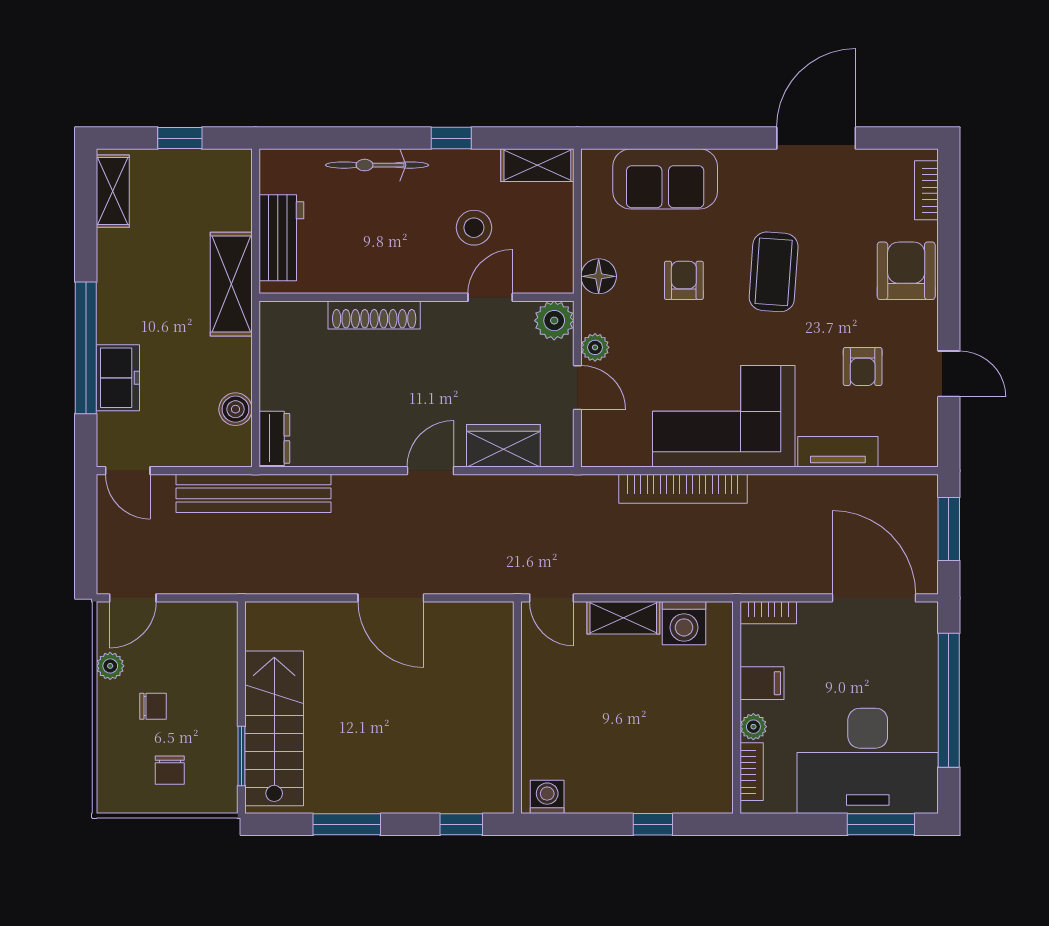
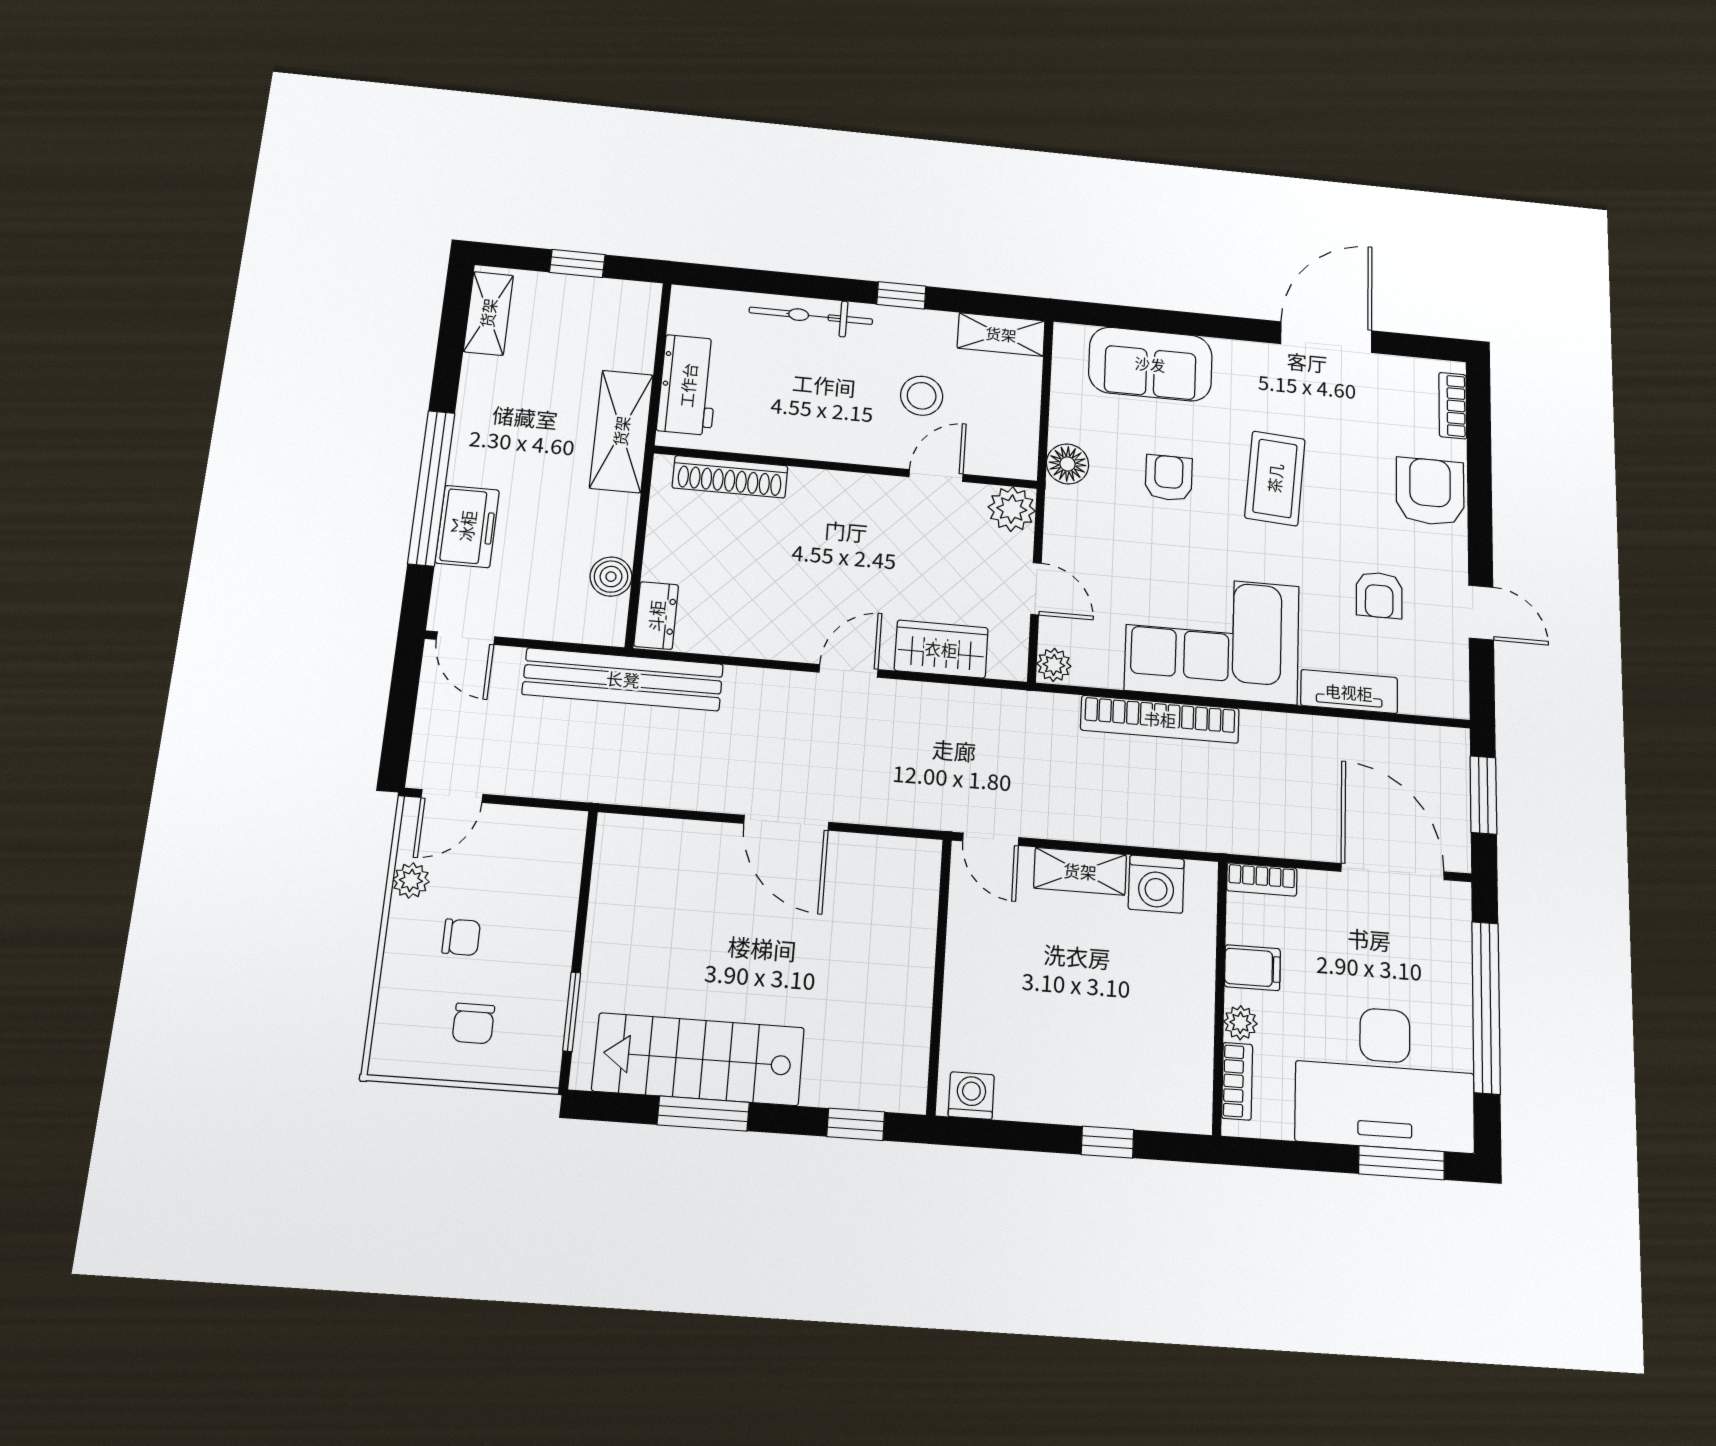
shoe rack: (374, 315) -> (730, 477), moved
plant: (595, 347) -> (1054, 665), moved
stairs: (274, 728) -> (699, 1059), moved, turned -90

